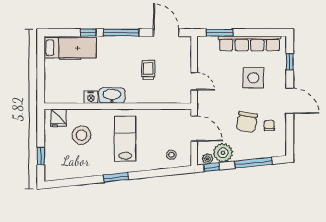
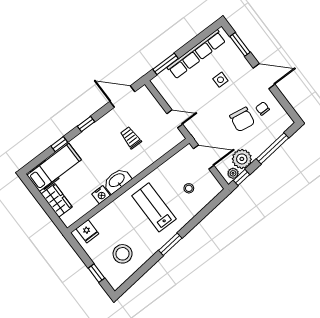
window: (121, 33) -> (86, 124), width x0.46
window: (290, 62) -> (240, 44), width x1.50
wardrobe: (53, 75) -> (57, 200), added
side table: (253, 78) -> (220, 80), width x0.54, depth x0.54
stool: (81, 135) -> (123, 254), moved
stool: (171, 155) -> (189, 188), moved

